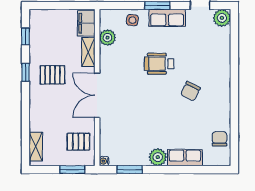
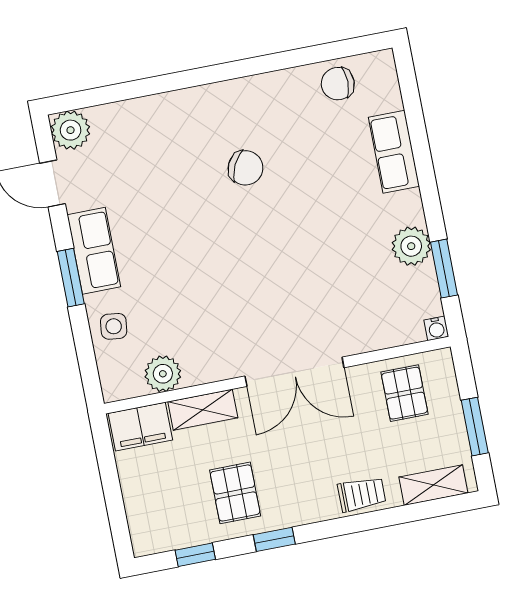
wheelchair: (159, 64) -> (198, 249), removed
pallet: (52, 75) -> (235, 493), moved
trolley: (38, 114) -> (362, 494), added
plant: (158, 157) -> (411, 246), moved
window: (72, 170) -> (475, 427), moved

